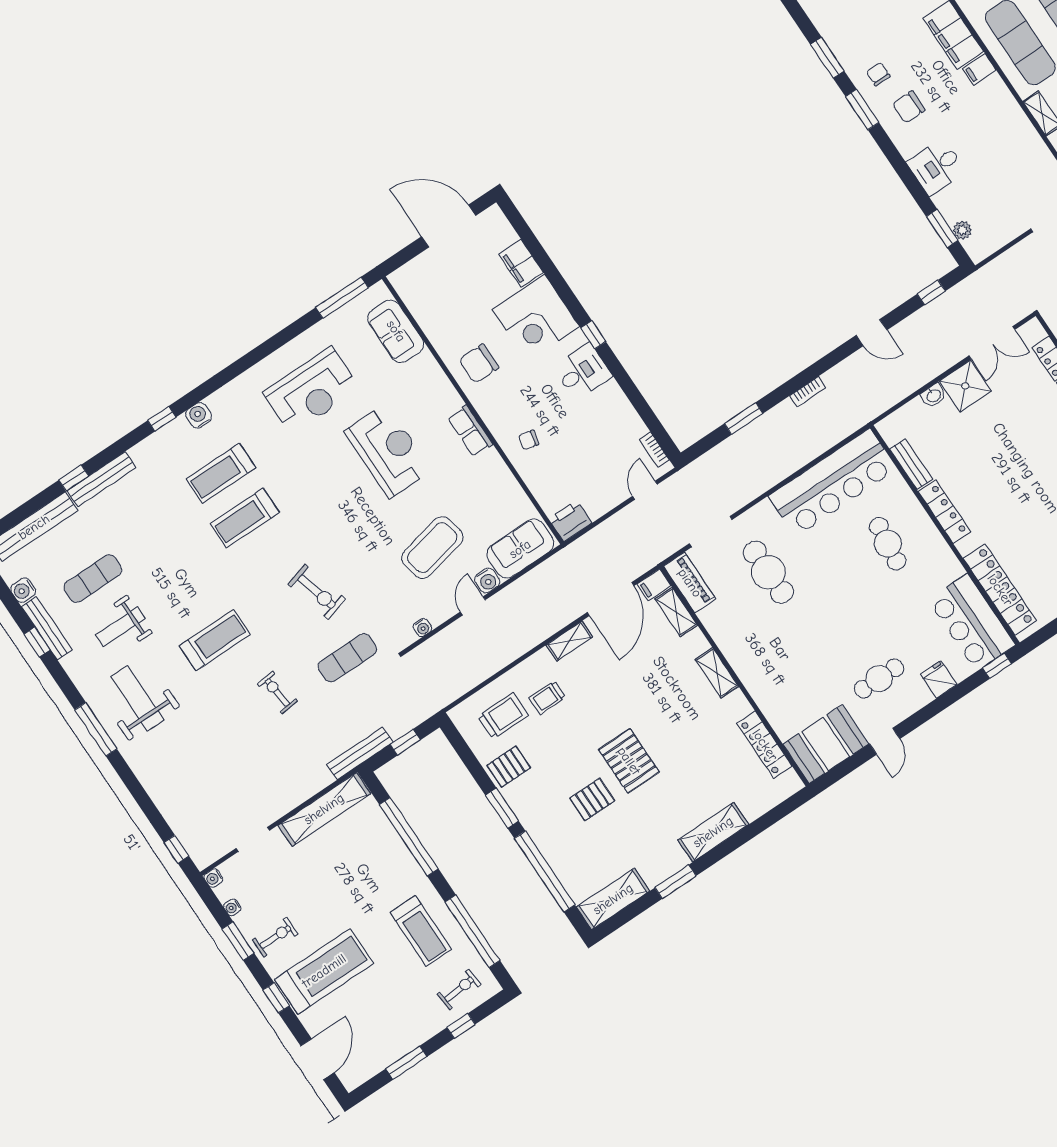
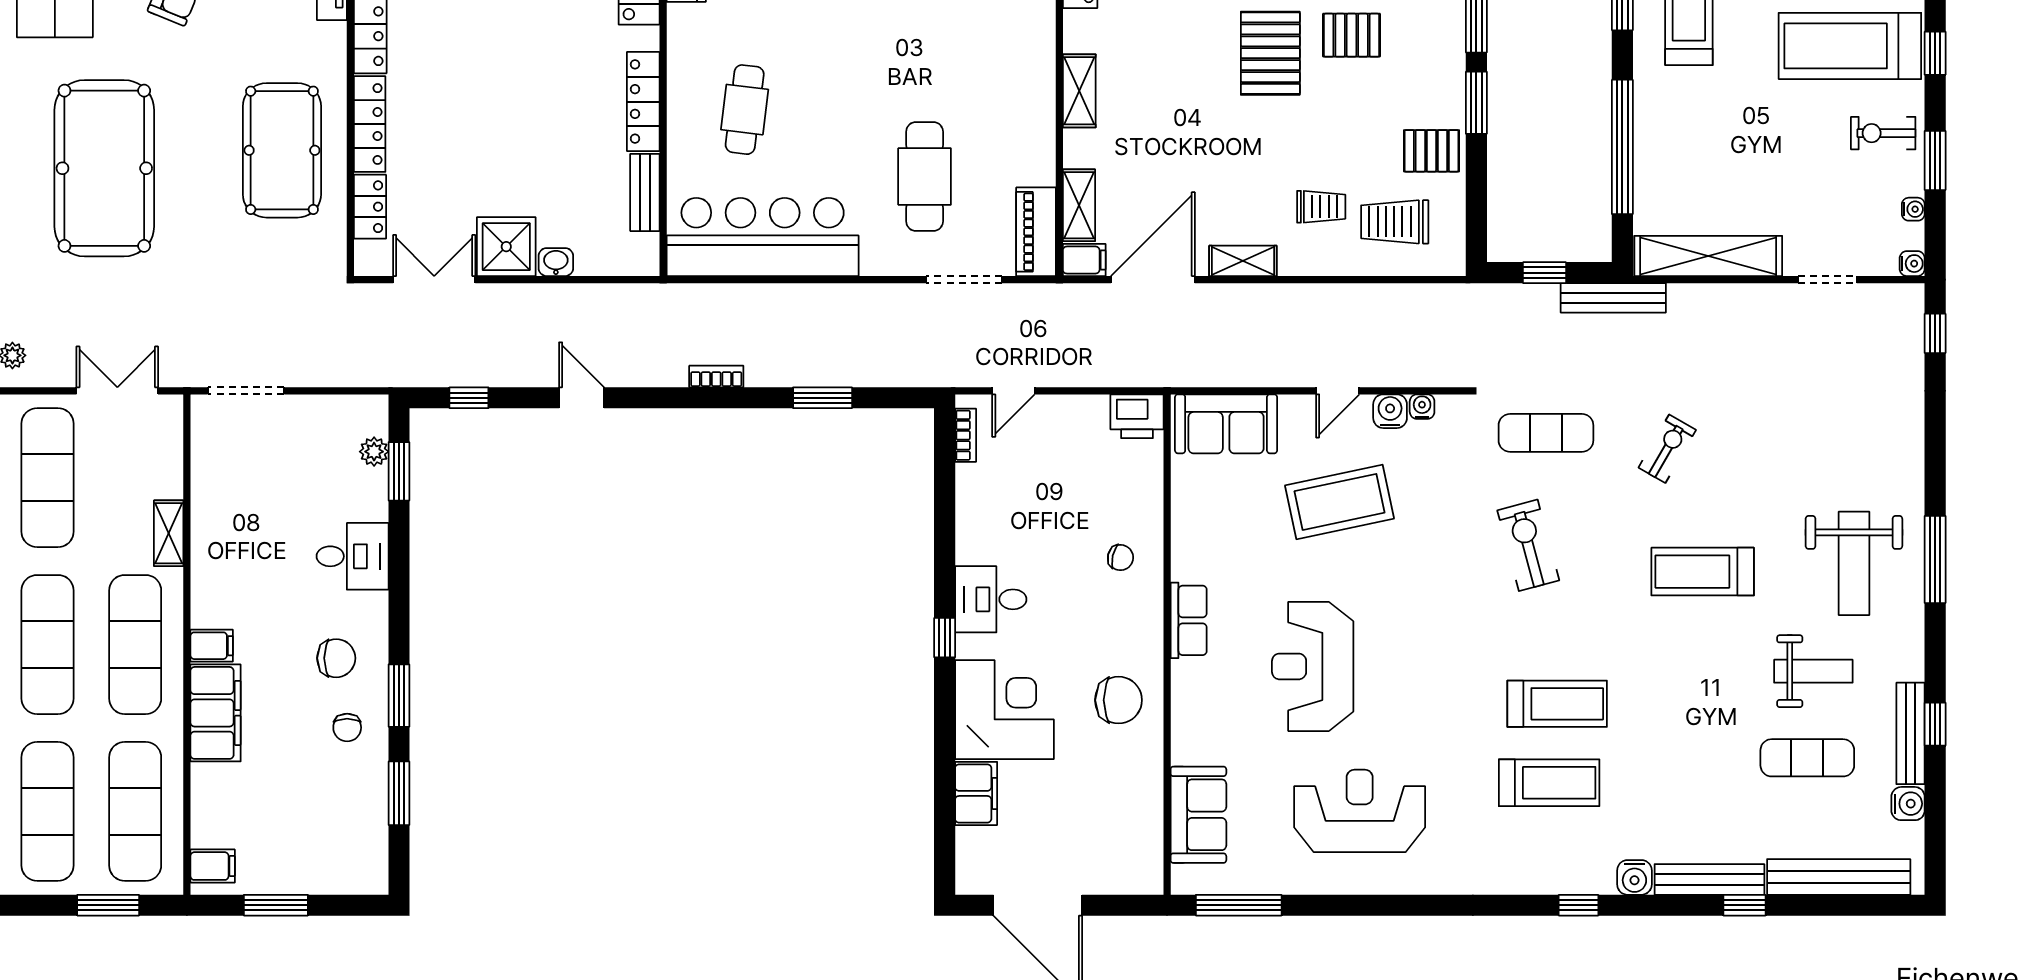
water cooler: (199, 415) -> (1634, 877), moved
water cooler: (487, 580) -> (1390, 411), moved
exercise bike: (277, 693) -> (1667, 449), turned -144

